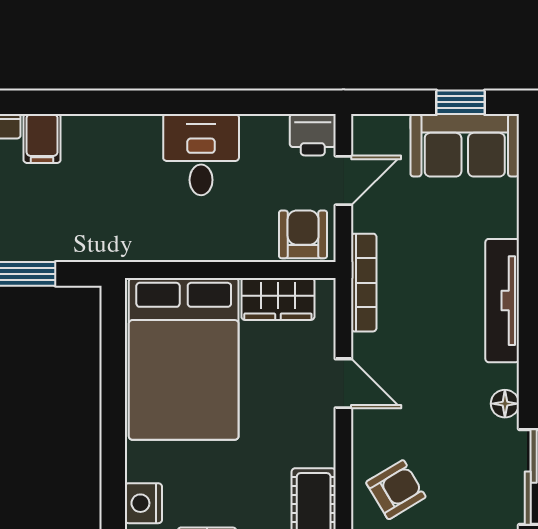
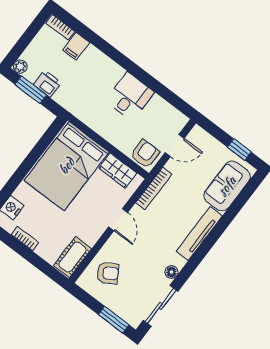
printer: (313, 135) -> (47, 84), moved, turned 180
sofa: (465, 145) -> (227, 186), moved, turned 90

